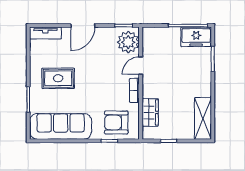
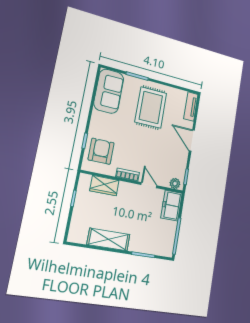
freezer: (196, 37) -> (172, 206), moved
plant: (128, 42) -> (175, 184), width x0.53, depth x0.53
rug: (58, 78) -> (151, 108), width x1.36, depth x1.43
shelving: (203, 118) -> (109, 239), moved
sofa: (61, 126) -> (109, 91), width x0.73

